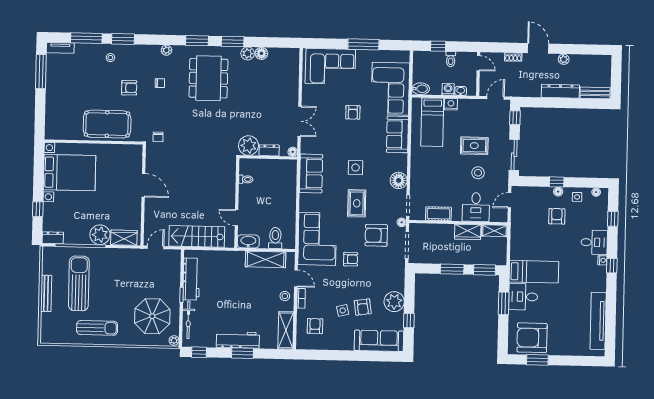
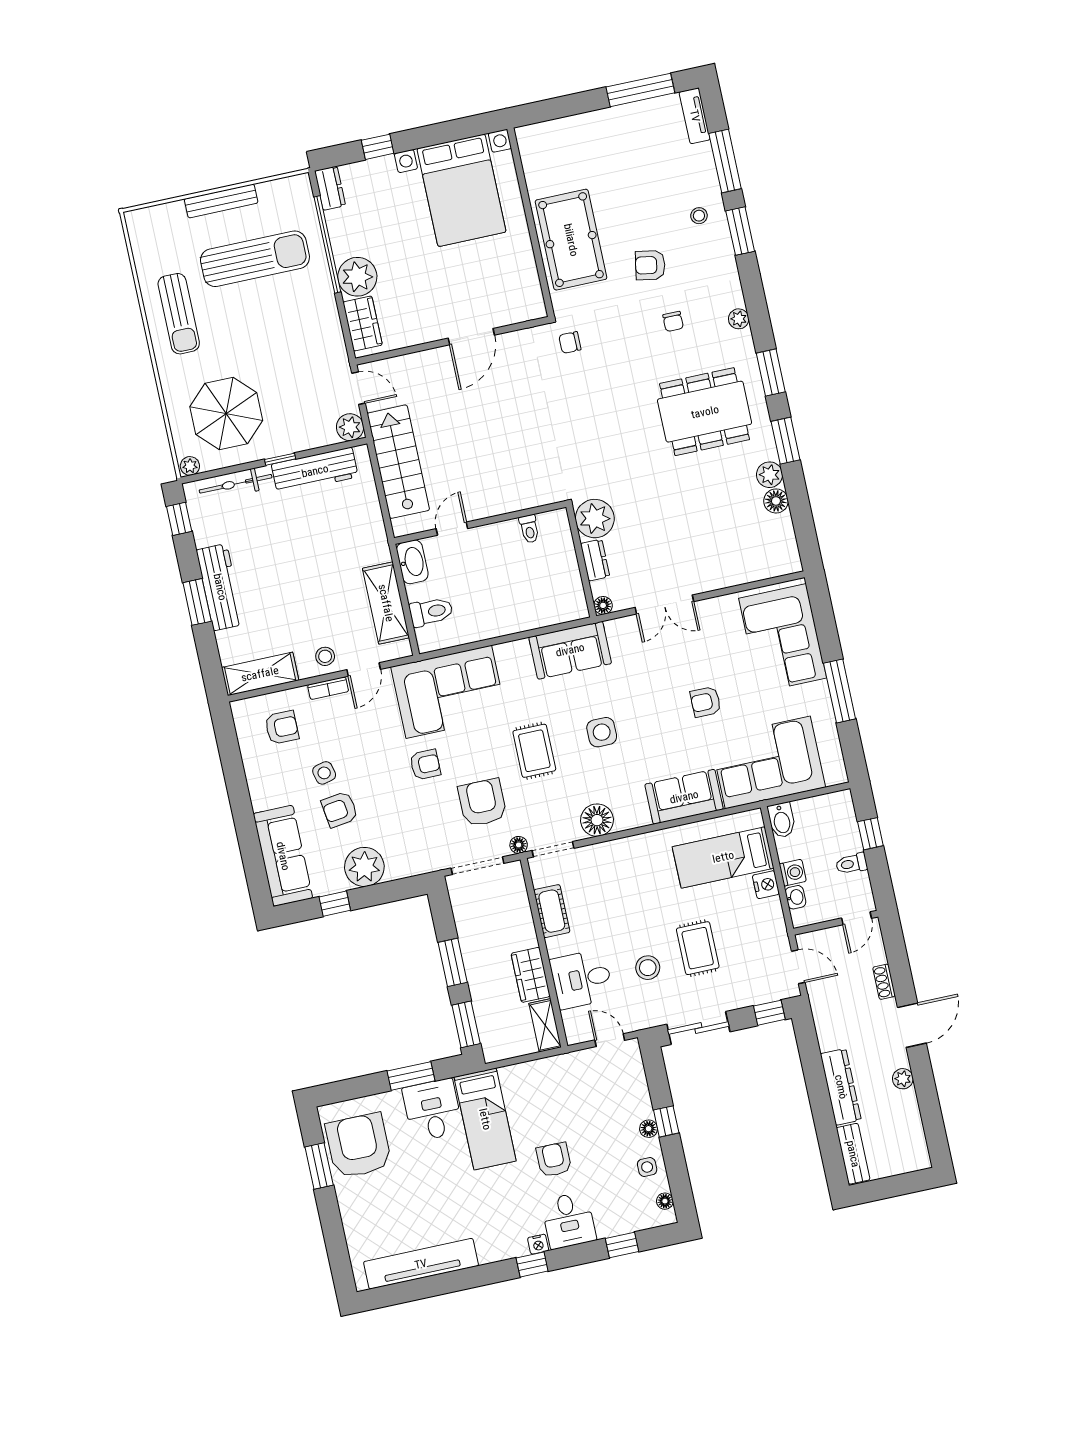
armchair: (129, 88) -> (650, 265), turned 100
rug: (357, 203) -> (534, 751), turned 90
armchair: (557, 216) -> (554, 1160), moved, turned -90
plant: (174, 256) -> (350, 427), added
armchair: (351, 259) -> (425, 765), turned -90

